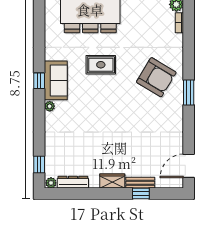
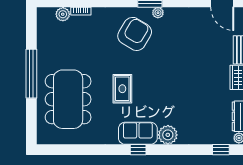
plant: (178, 101) -> (158, 13), added
plant: (50, 106) -> (168, 135), width x1.88, depth x1.88

